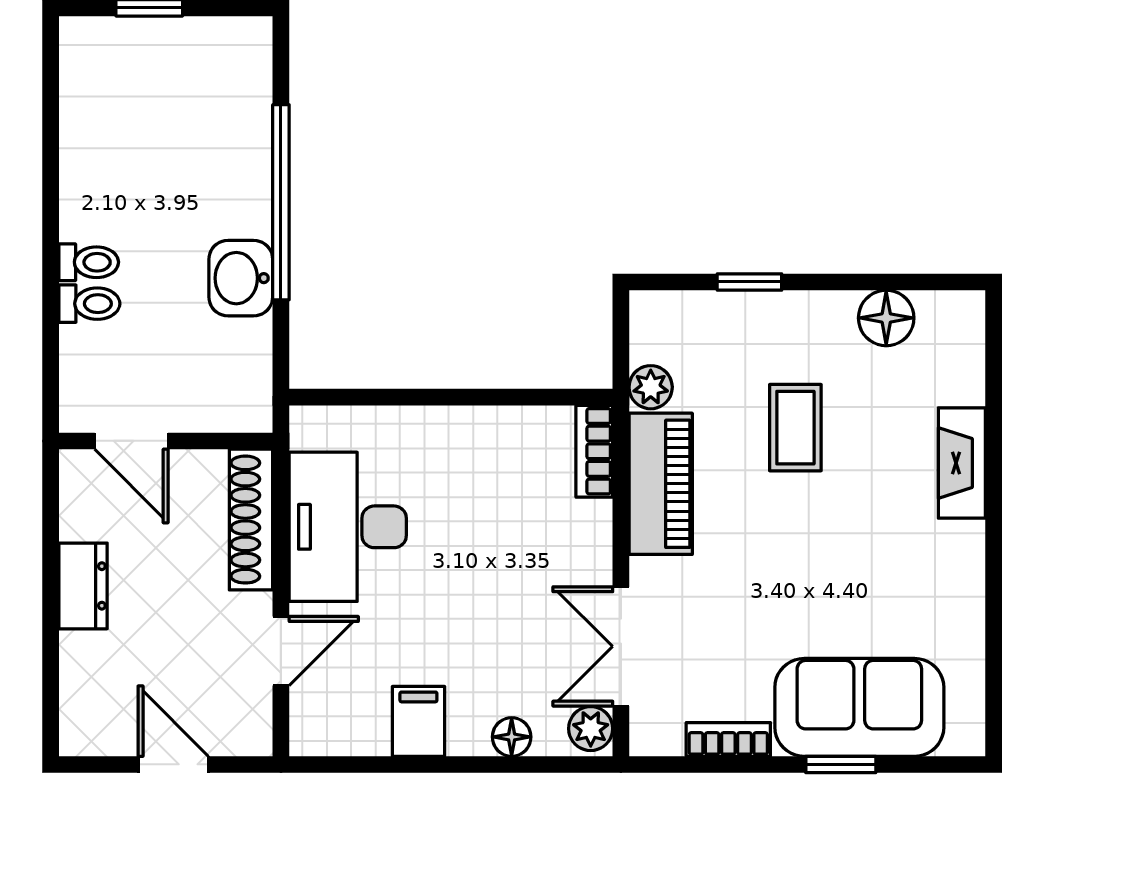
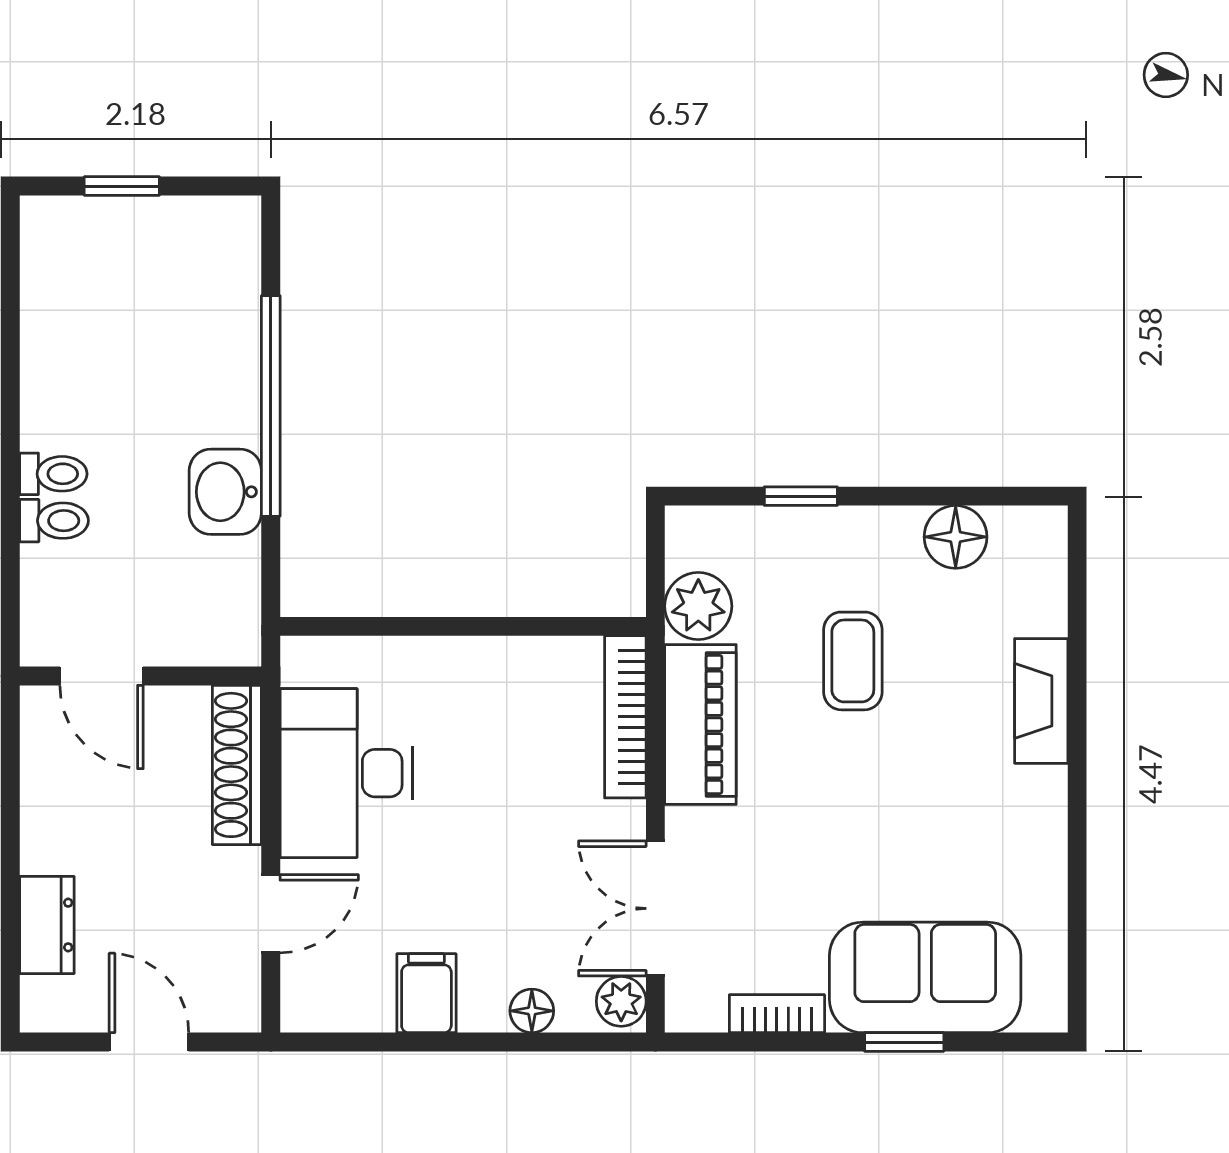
plant: (651, 387) -> (698, 606), width x1.38, depth x1.38
bookcase: (594, 451) -> (625, 717), width x1.56
dresser: (83, 586) -> (47, 925), moved

